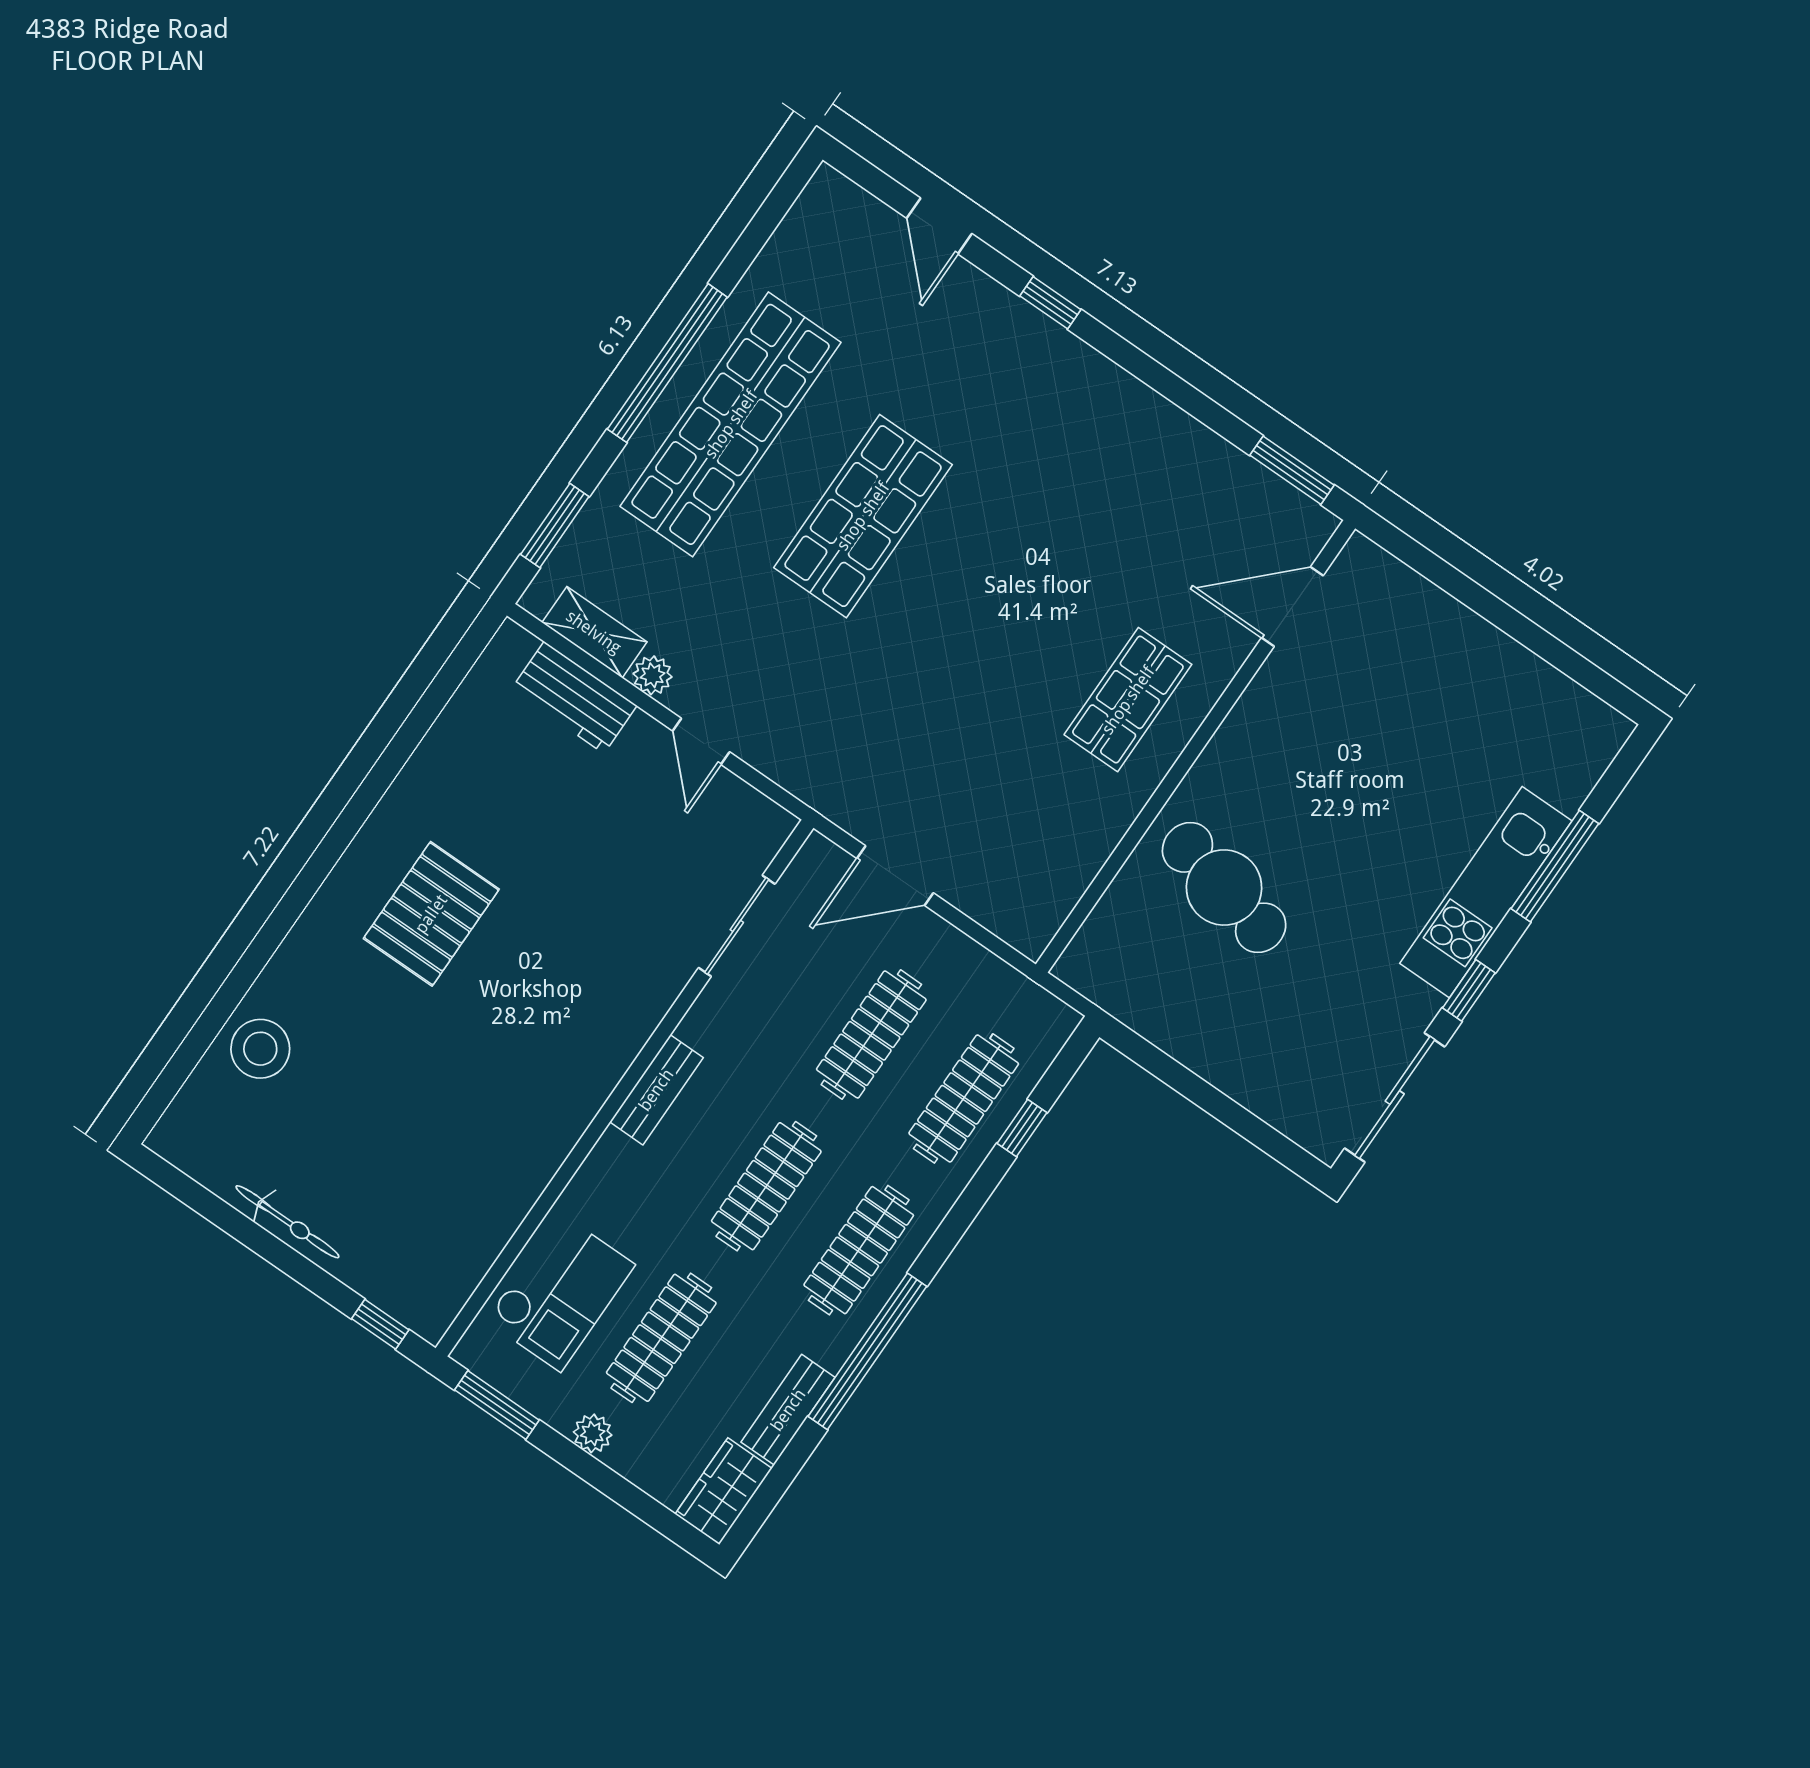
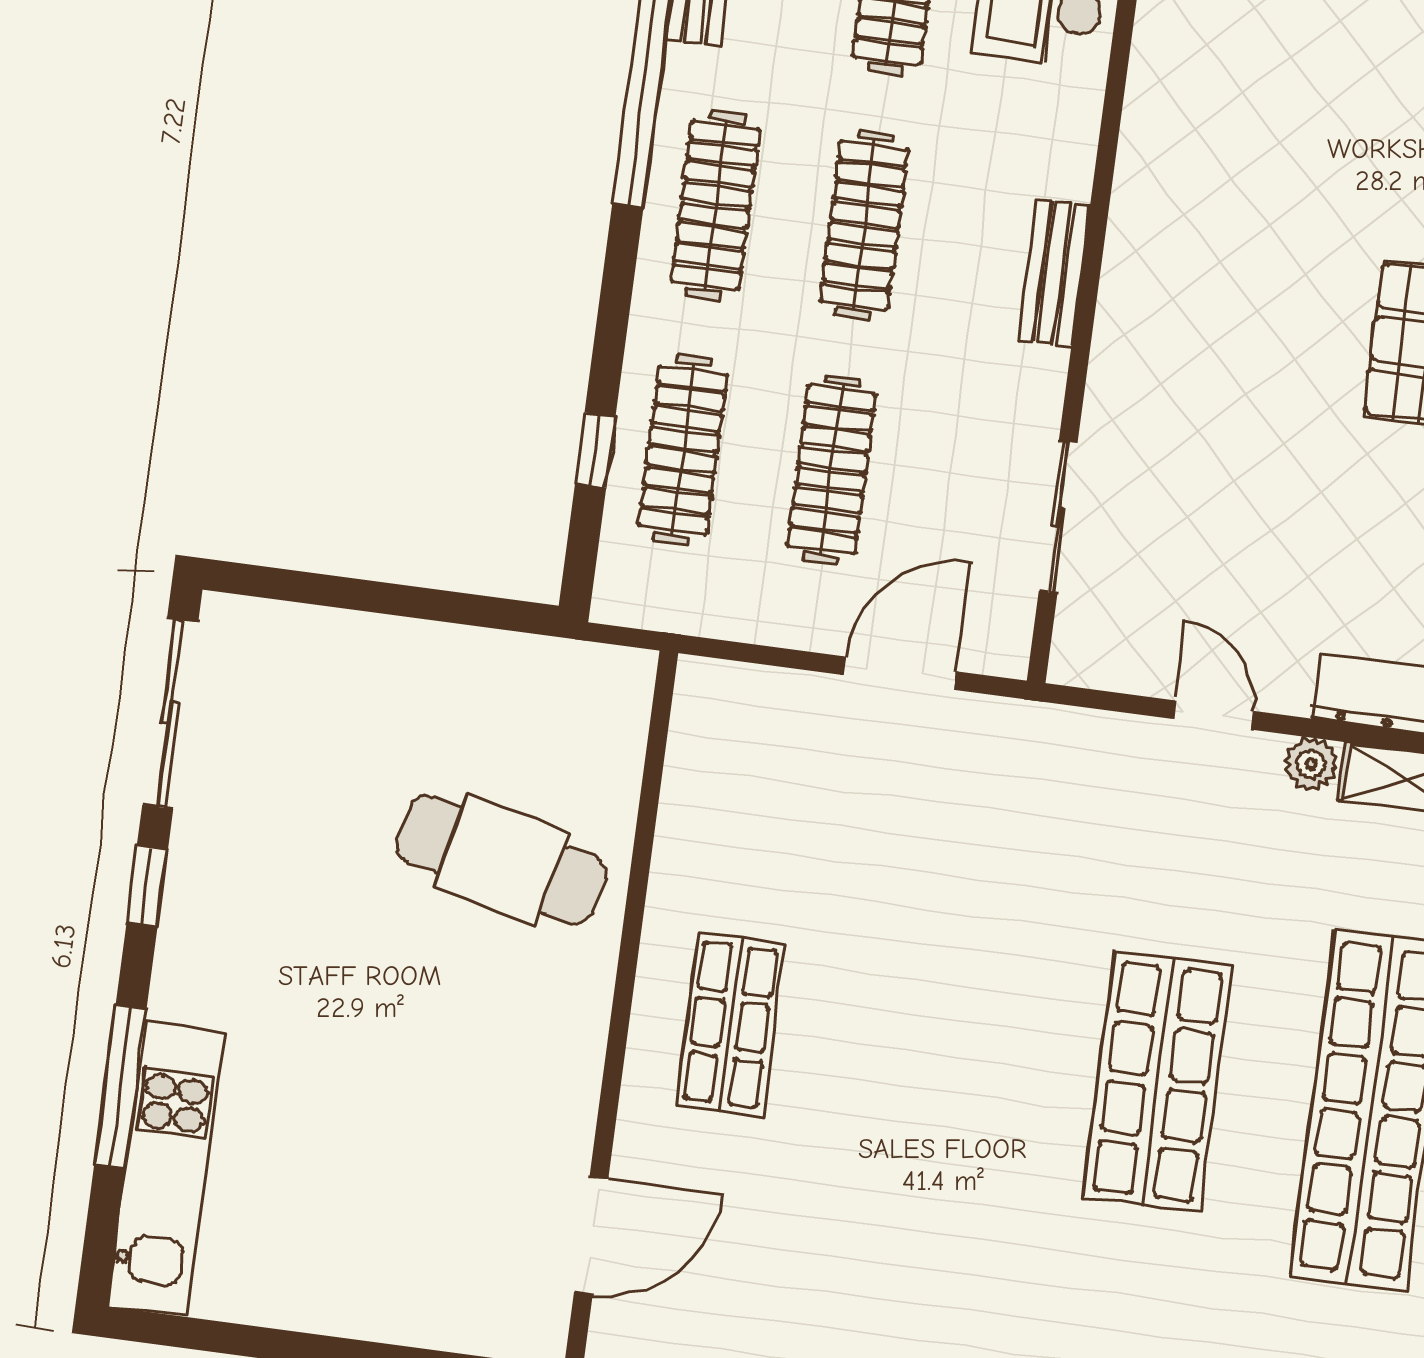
kitchen unit: (1486, 892) -> (166, 1169), moved

